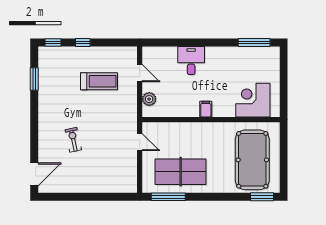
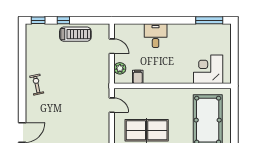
window: (34, 79) -> (22, 51), removed
treadmill: (99, 81) -> (75, 34), moved
filing cabinet: (206, 109) -> (138, 77), moved
exercise bike: (73, 140) -> (37, 85), moved

